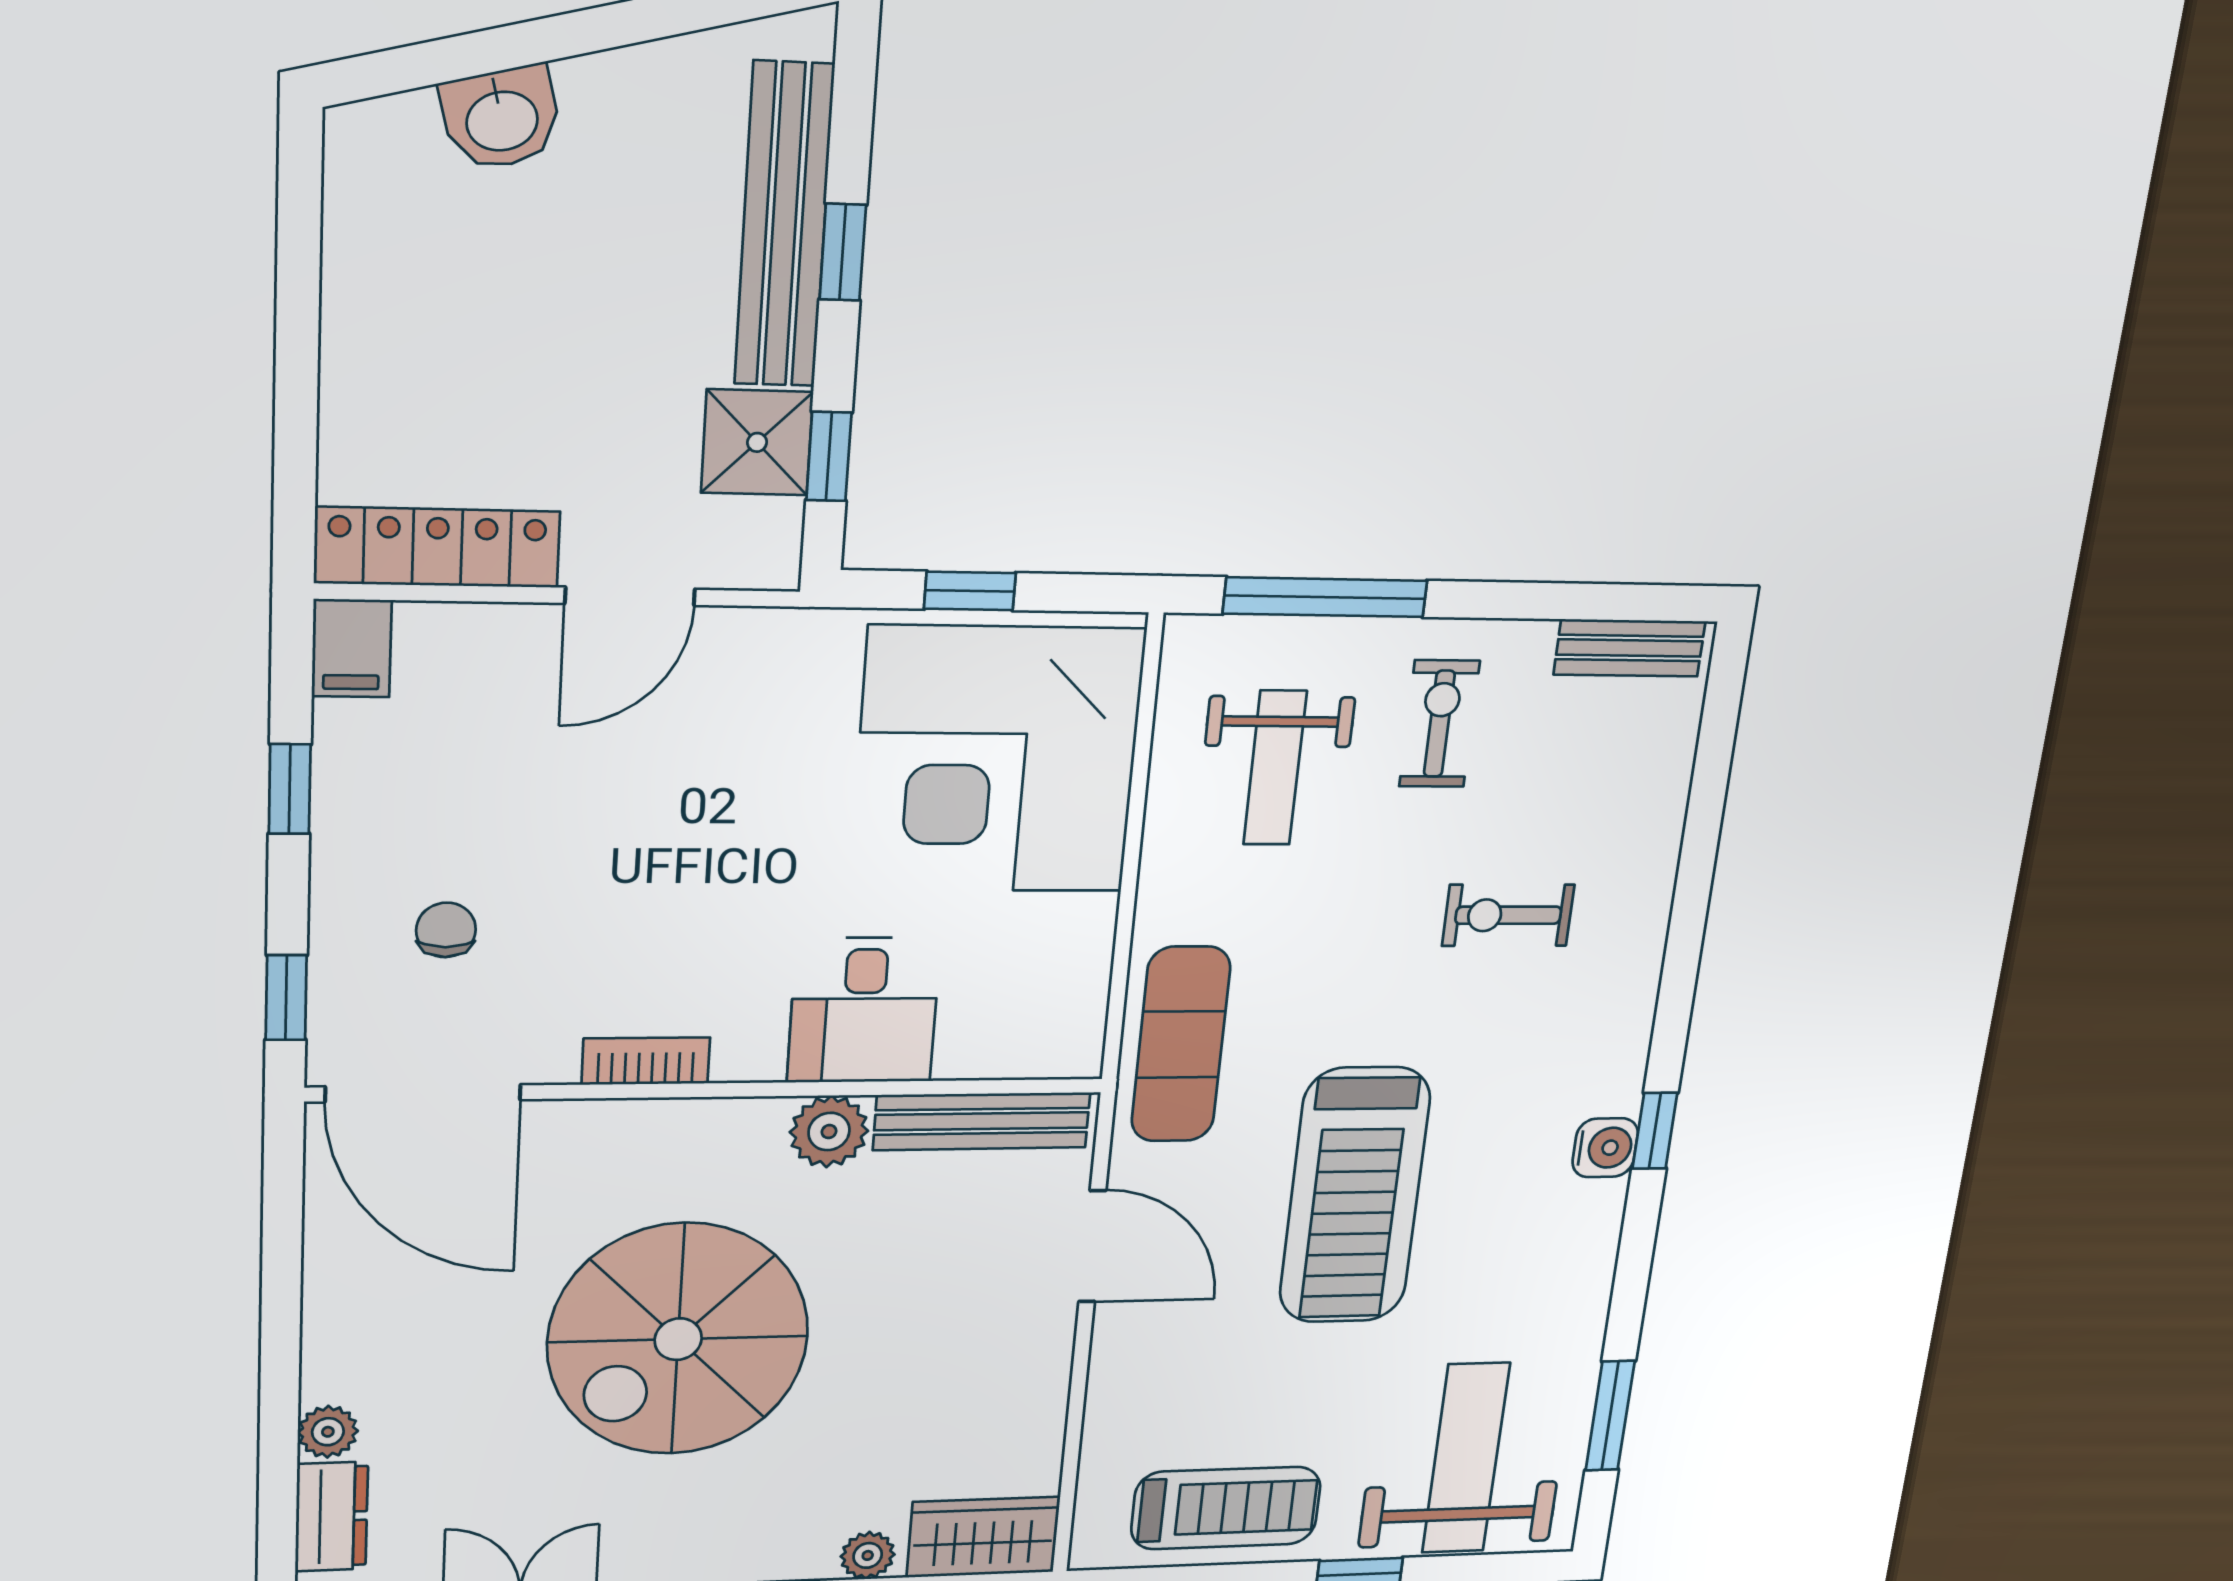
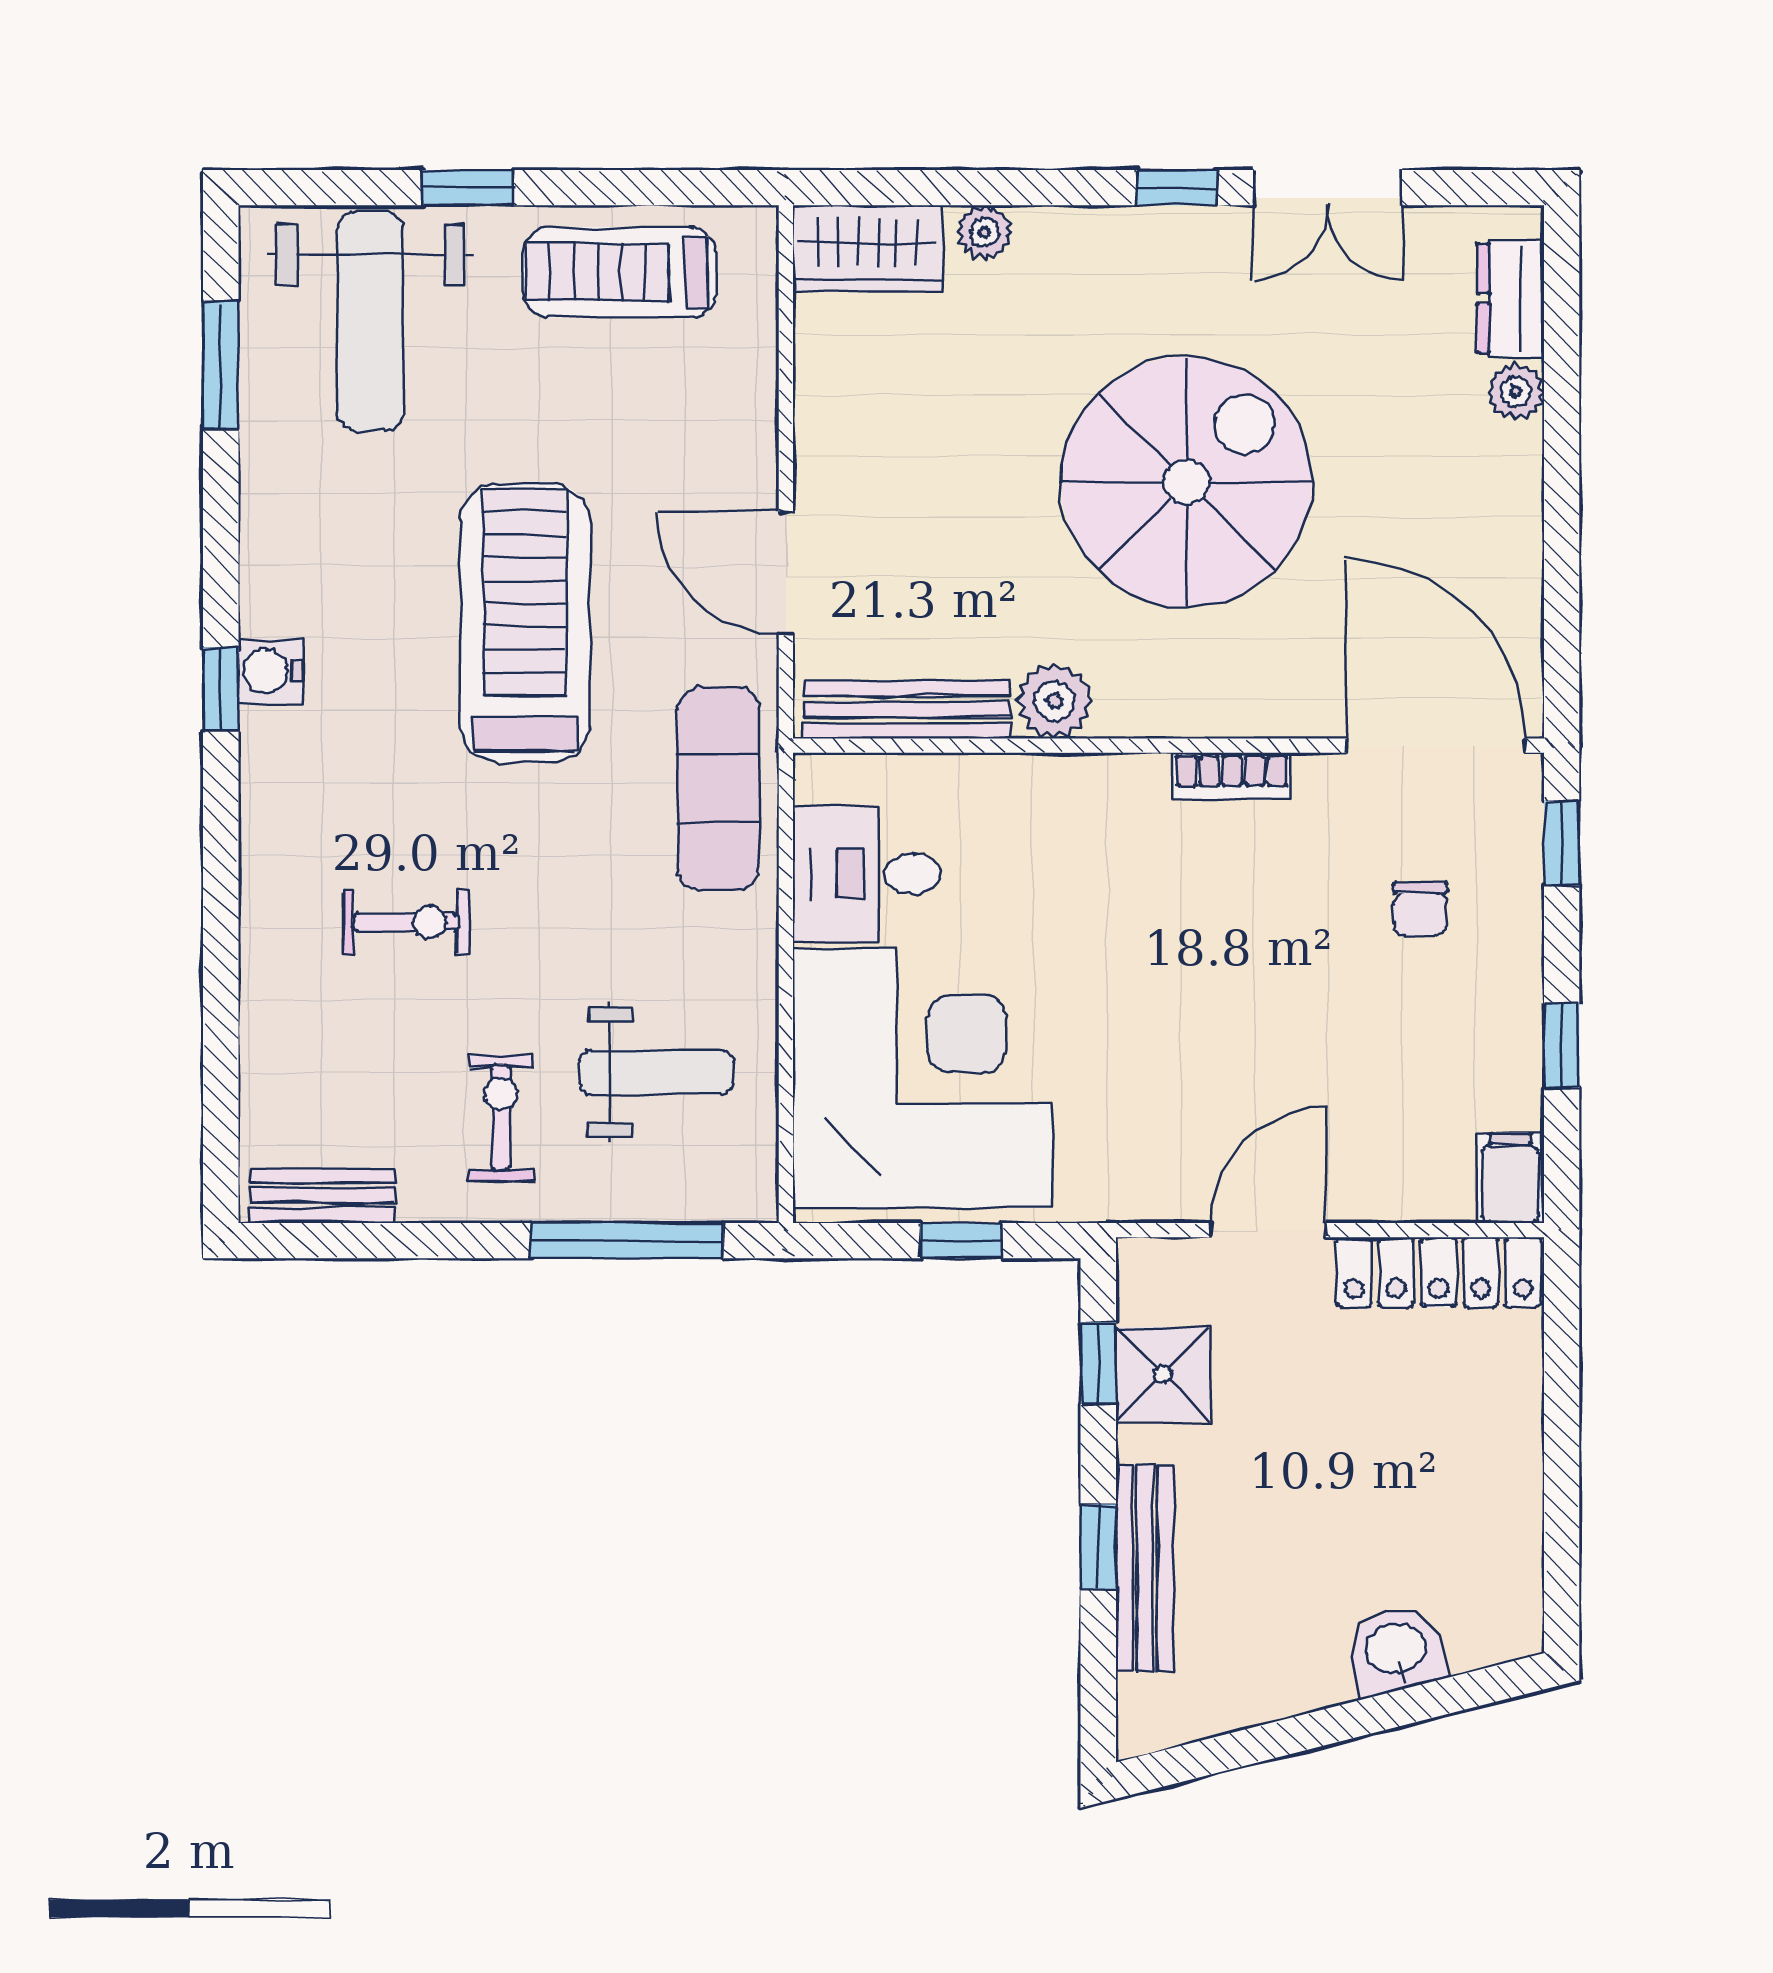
bench: (784, 226) -> (1145, 1568), width x0.73, depth x0.82
exercise bike: (1439, 724) -> (501, 1118), turned 180
weight bench: (1275, 768) -> (656, 1072), turned 90
desk: (864, 1010) -> (867, 874), moved, turned -90

